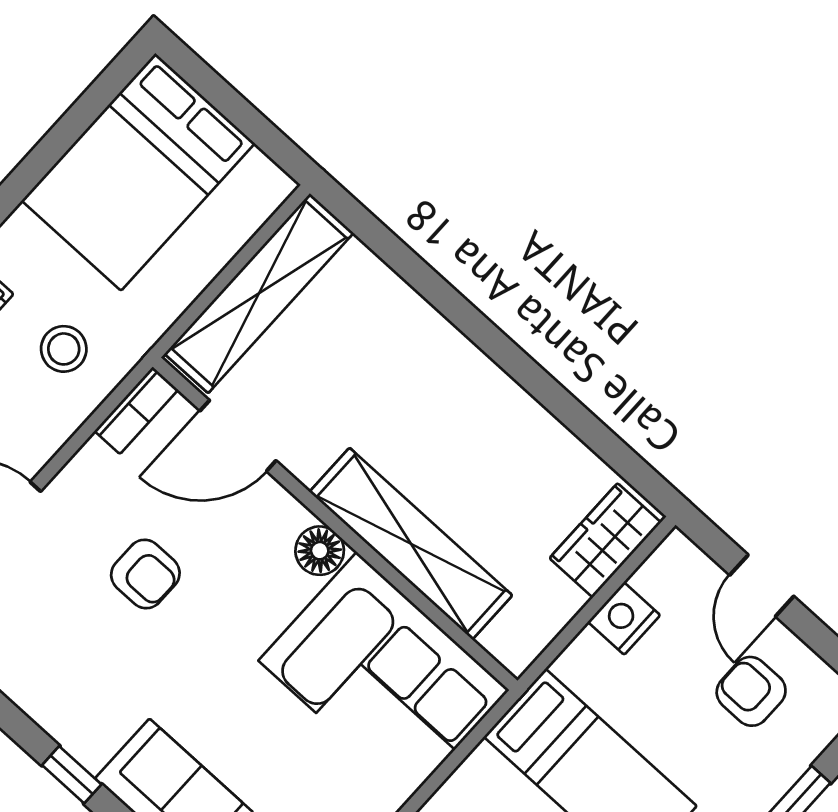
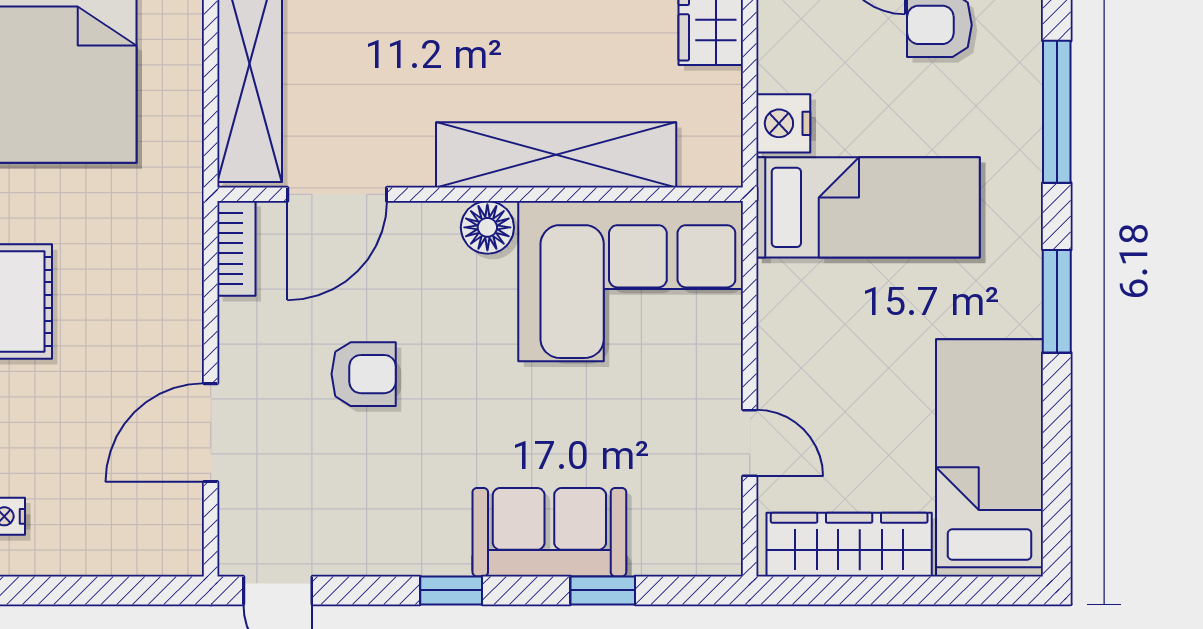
stool: (64, 349) -> (133, 252), removed
nightstand: (624, 619) -> (783, 123), moved

